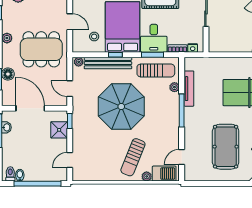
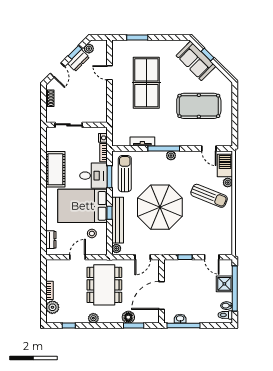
plant: (174, 87) -> (171, 156), moved
tv unit: (189, 89) -> (142, 141), width x0.71
window: (70, 121) -> (185, 257), moved
shower: (59, 130) -> (224, 284), moved

